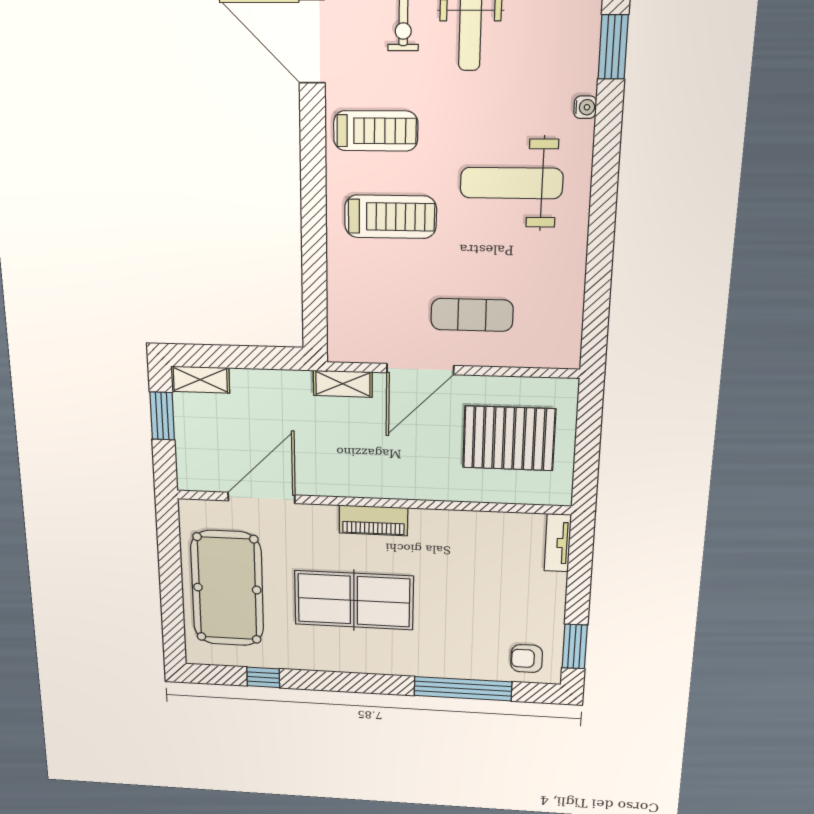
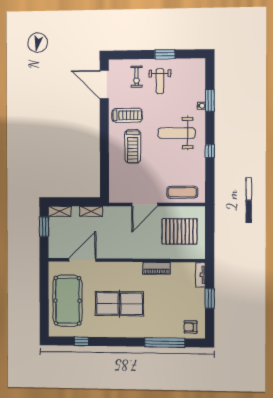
window: (613, 47) -> (210, 100), moved
treadmill: (390, 217) -> (133, 146), turned 90
window: (601, 234) -> (210, 151), added
exercise mat: (472, 315) -> (182, 192), moved
shelving: (343, 384) -> (91, 211), moved
piano: (373, 520) -> (157, 268), moved
window: (575, 646) -> (210, 298), moved

